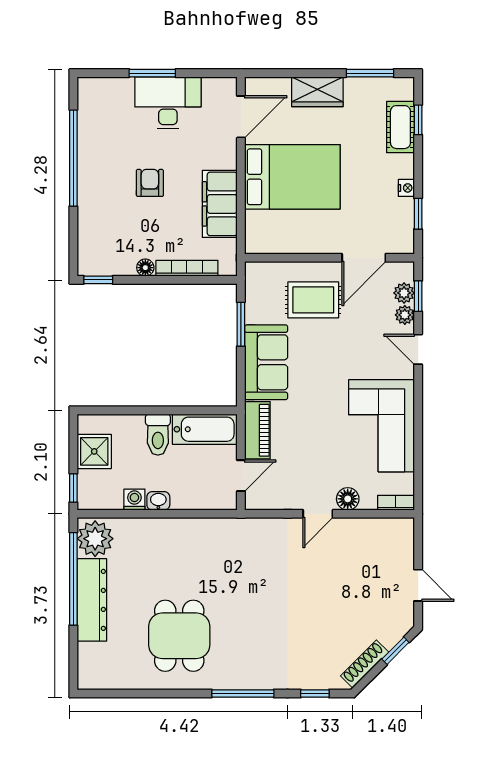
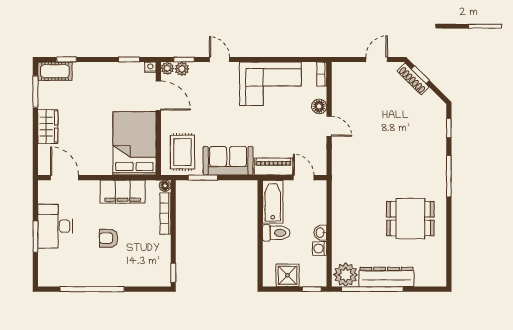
cot: (400, 127) -> (55, 71), moved
bed: (292, 177) -> (135, 143), moved
nightstand: (406, 188) -> (150, 67), moved
floor lamp: (145, 268) -> (165, 186), moved
rug: (313, 300) -> (183, 152), moved
plant: (405, 315) -> (167, 68), moved
door: (418, 349) -> (219, 59), swing flipped
shoe rack: (365, 664) -> (413, 79), moved

